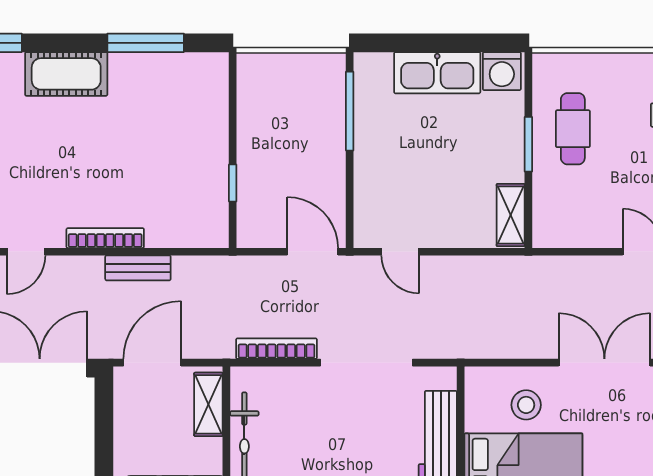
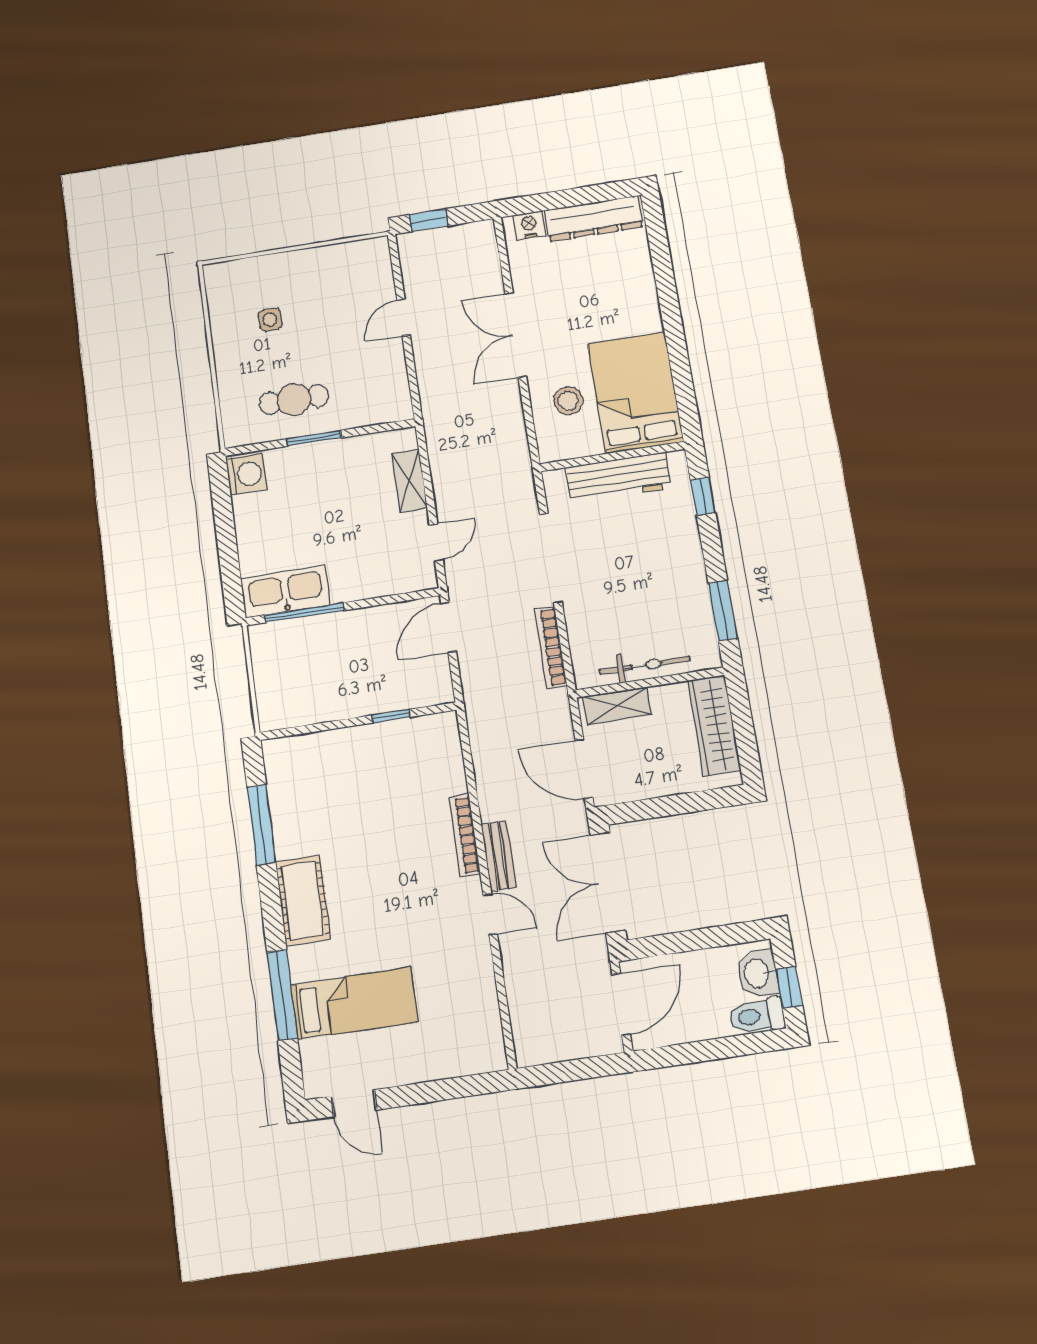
kitchen sink: (437, 73) -> (285, 592), moved, turned -90
shelving: (511, 215) -> (409, 481), moved, turned 90
bench: (138, 268) -> (499, 856), moved

